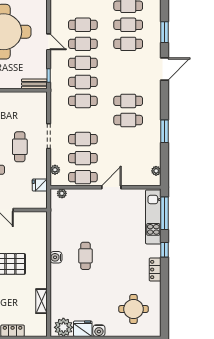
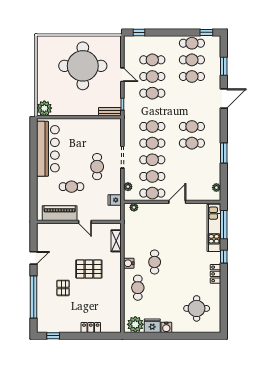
cafe table: (83, 82) -> (152, 143), moved
cafe table: (66, 285) -> (138, 288), added
shelving: (42, 301) -> (116, 241), moved

